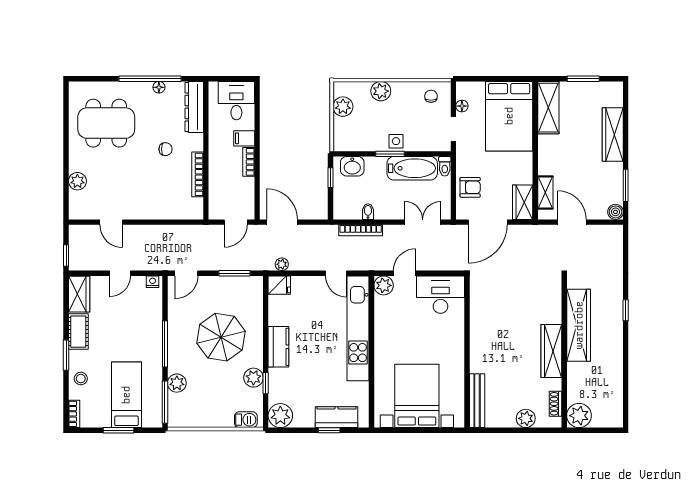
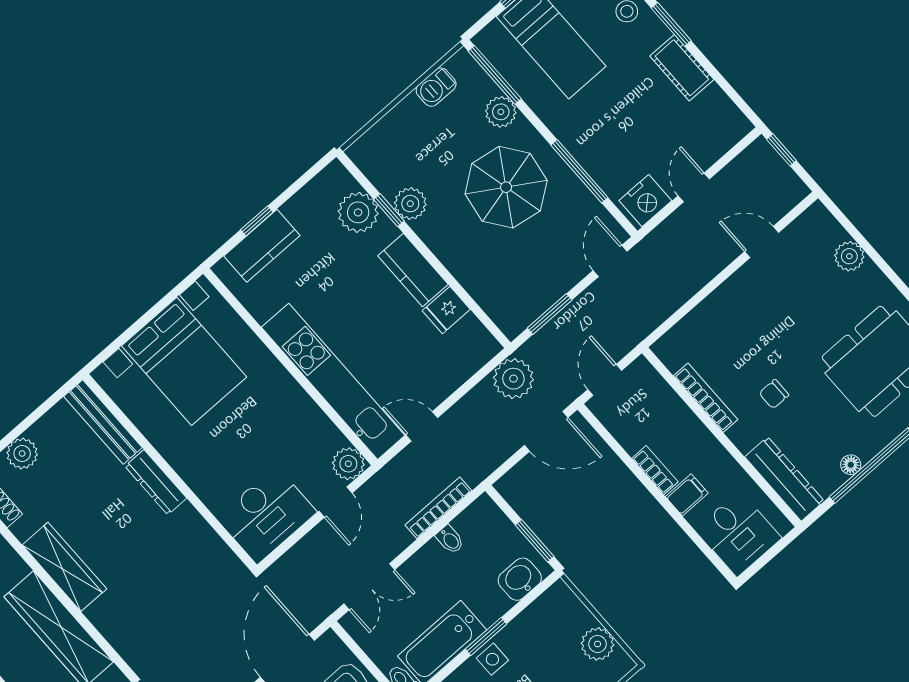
window: (330, 178) -> (535, 541), width x1.50
plant: (282, 264) -> (513, 379), width x1.88, depth x1.88
nightstand: (153, 282) -> (645, 201), width x1.89, depth x1.79
fridge: (279, 285) -> (446, 310), moved
wardrobe: (79, 294) -> (722, 116), removed
parasol: (221, 337) -> (506, 187), moved
window: (165, 344) -> (579, 171), moved
dresser: (477, 353) -> (156, 482), added
plant: (280, 416) -> (358, 212), moved
barbecue: (246, 420) -> (436, 87), moved

